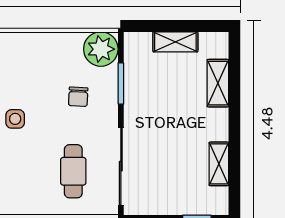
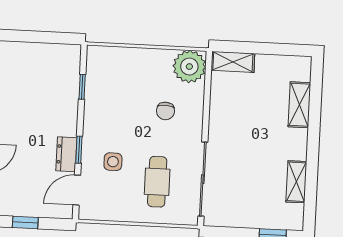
shelving: (175, 42) -> (233, 62), moved
window: (121, 83) -> (207, 100), removed
side table: (15, 119) -> (113, 162), moved

